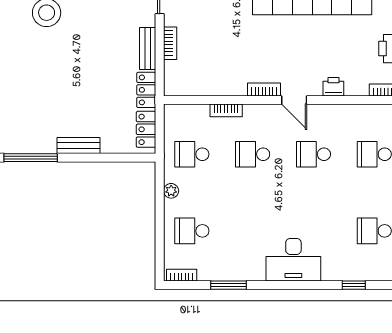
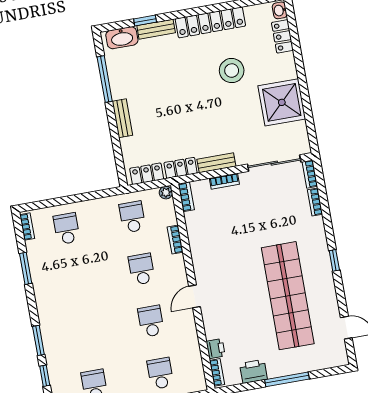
printer: (333, 87) -> (216, 349), moved
bookcase: (264, 89) -> (186, 197), moved
plant: (171, 191) -> (166, 193), moved
desk: (293, 260) -> (57, 320), removed
window: (312, 285) -> (38, 340), added

